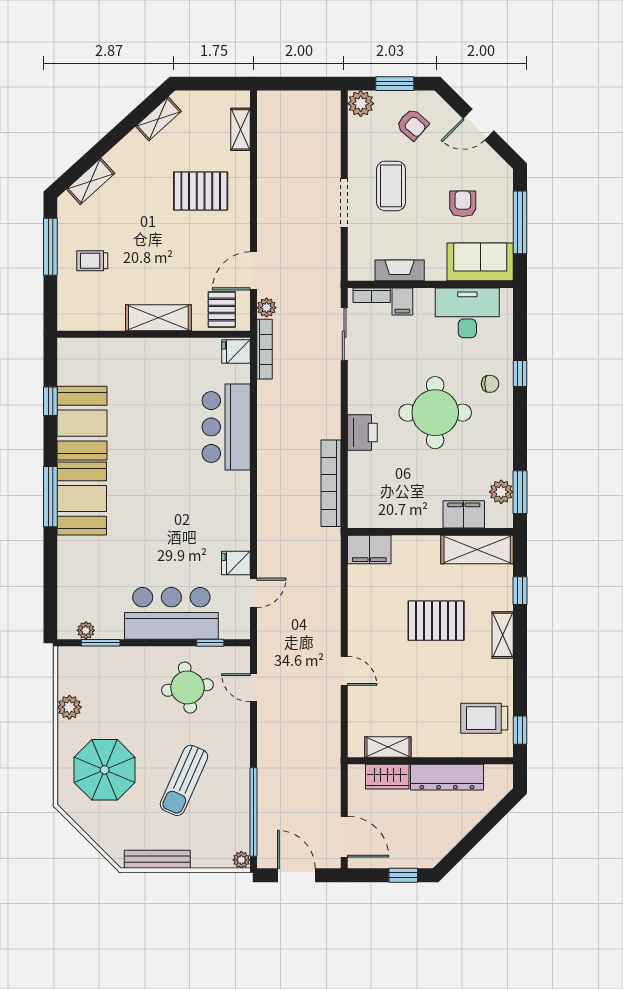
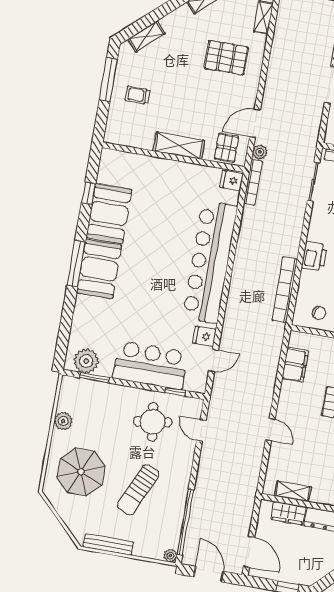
bar counter: (226, 427) -> (210, 262), width x1.86
chair: (382, 506) -> (319, 313), added
filing cabinet: (369, 549) -> (295, 365), moved, turned -90
plant: (86, 630) -> (86, 361), width x1.87, depth x1.87

